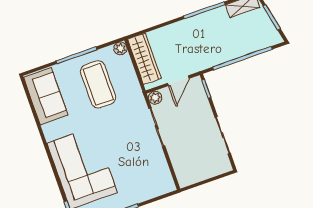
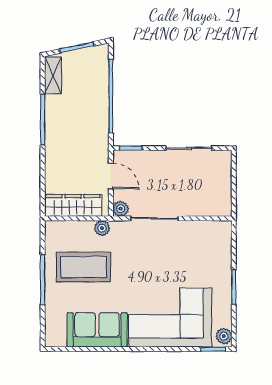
plant: (120, 48) -> (102, 228), moved
sofa: (46, 96) -> (97, 330), moved

